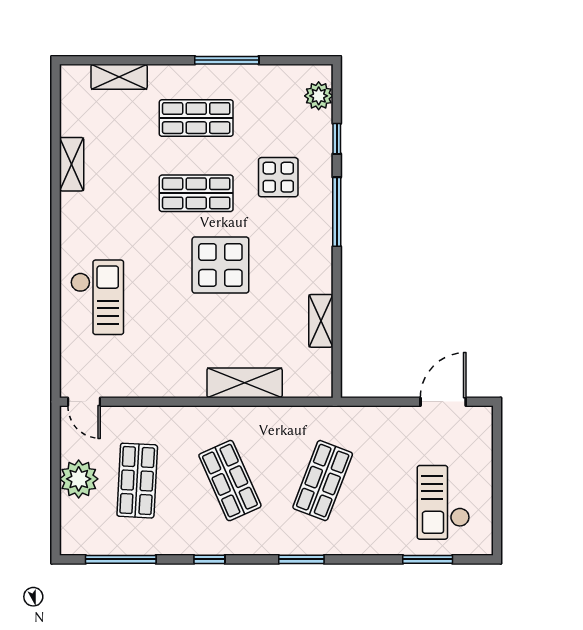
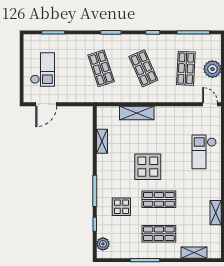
shop shelf: (323, 481) -> (101, 68), turned -39
checkout: (443, 502) -> (43, 69), moved

